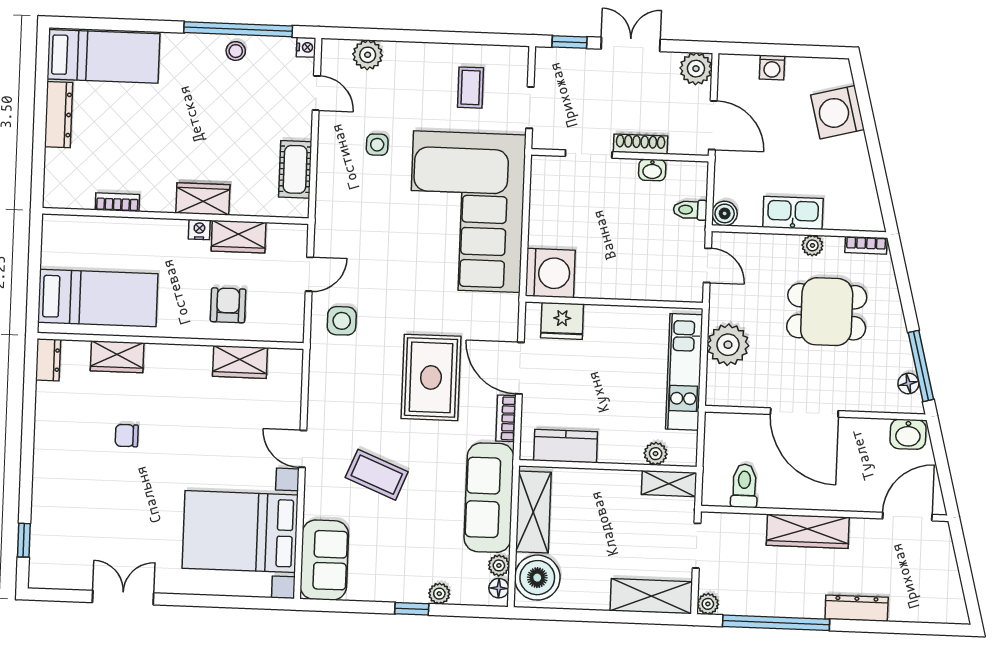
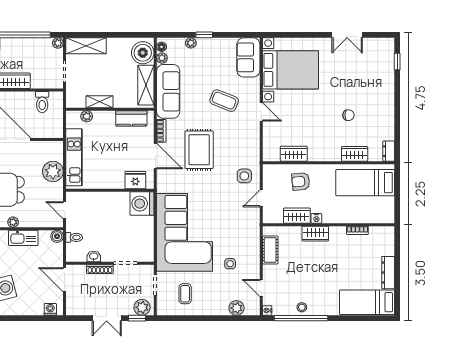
washing machine: (772, 67) -> (50, 309), moved
plant: (696, 69) -> (142, 307), moved
armchair: (228, 305) -> (301, 181), turned 85
shelving: (669, 484) -> (100, 102), moved

